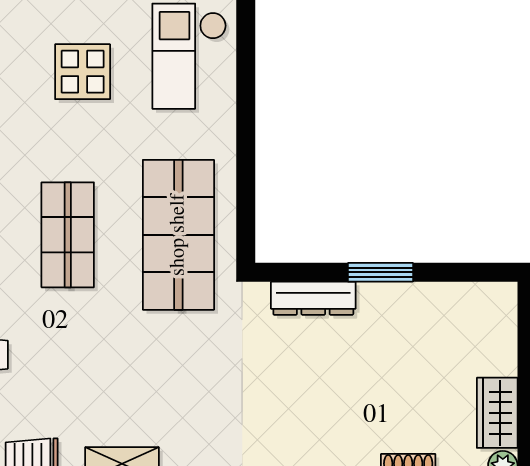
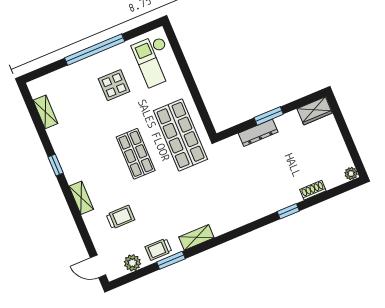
dresser: (313, 298) -> (258, 133), moved
wardrobe: (497, 413) -> (315, 111), moved, turned -90

